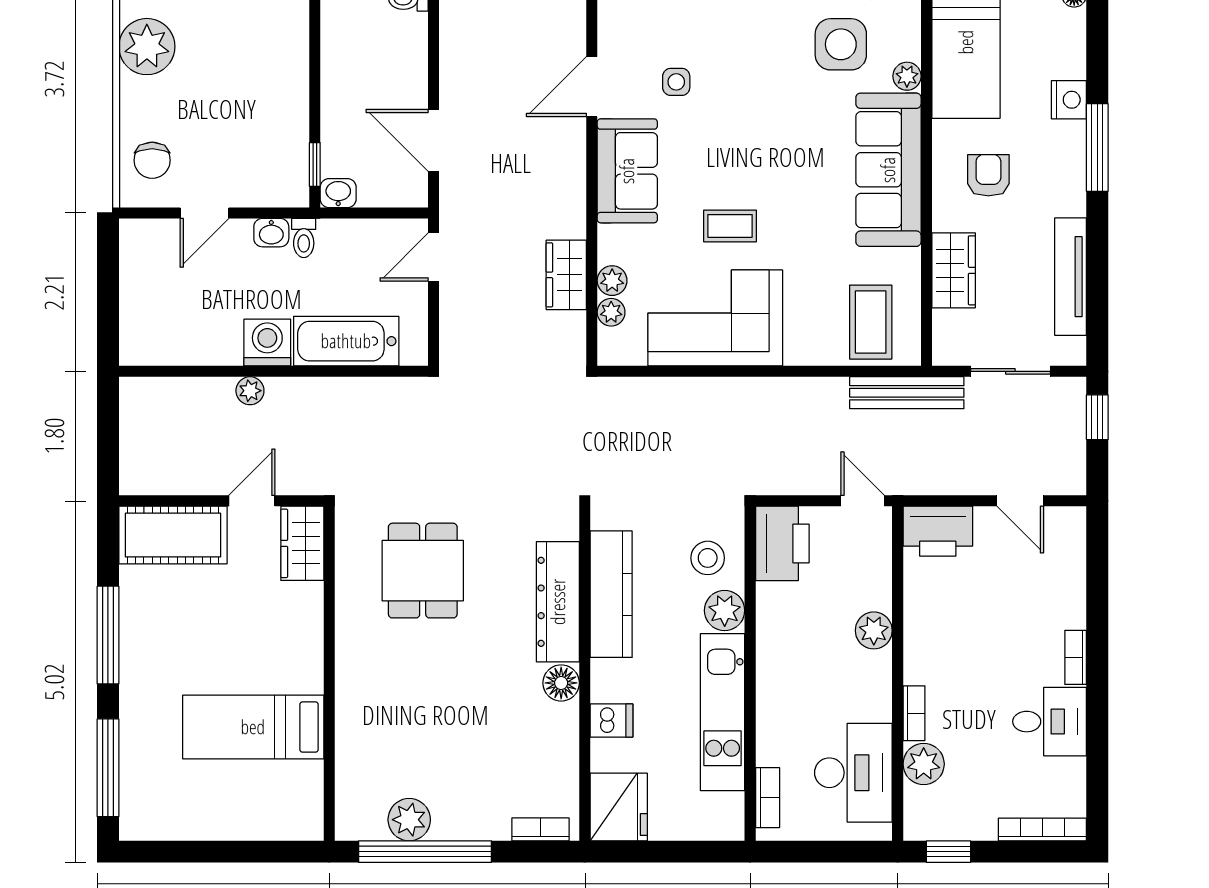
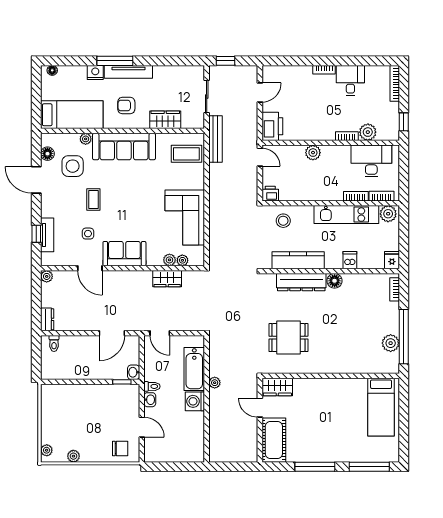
plant: (147, 47) -> (73, 456), width x0.53, depth x0.53
coffee table: (730, 226) -> (93, 199), moved
tv unit: (1071, 277) -> (128, 72), moved
plant: (250, 391) -> (215, 383), moved
door: (863, 501) -> (260, 157), swing flipped
printer: (782, 543) -> (270, 194), width x0.53, depth x0.68
plant: (725, 610) -> (388, 214), moved
bed: (253, 727) -> (381, 407), moved
bookcase: (767, 735) -> (356, 196), added
fridge: (619, 807) -> (392, 260), width x0.53, depth x0.75

